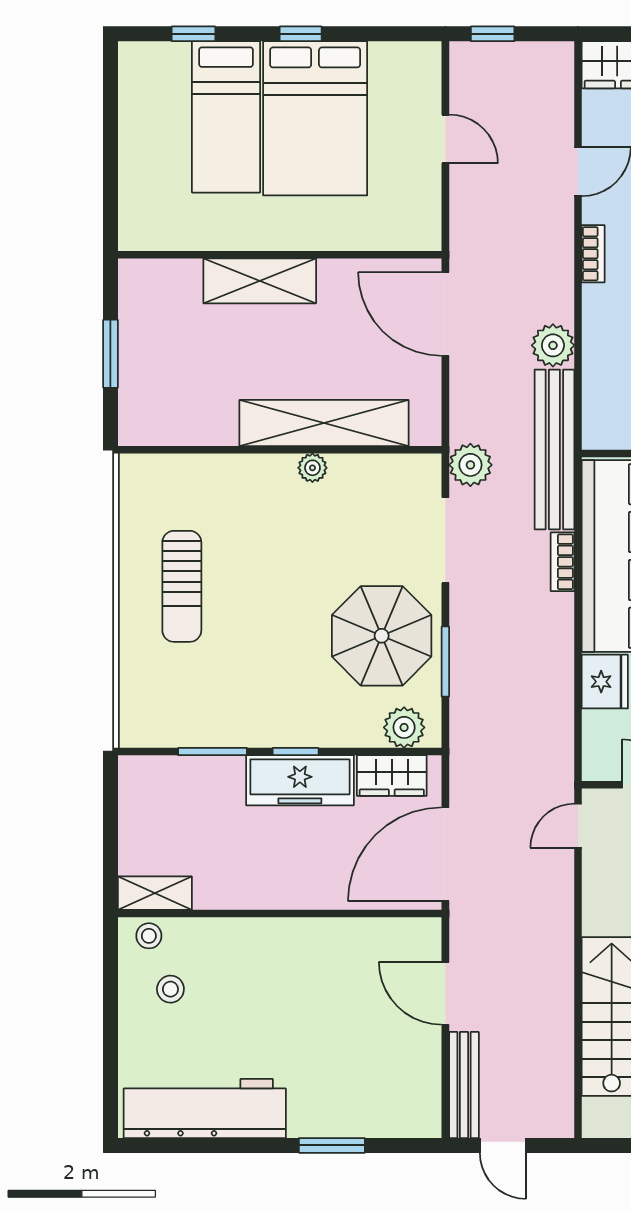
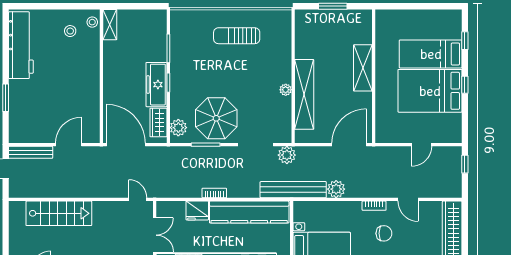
bookcase: (562, 562) -> (214, 193), moved

